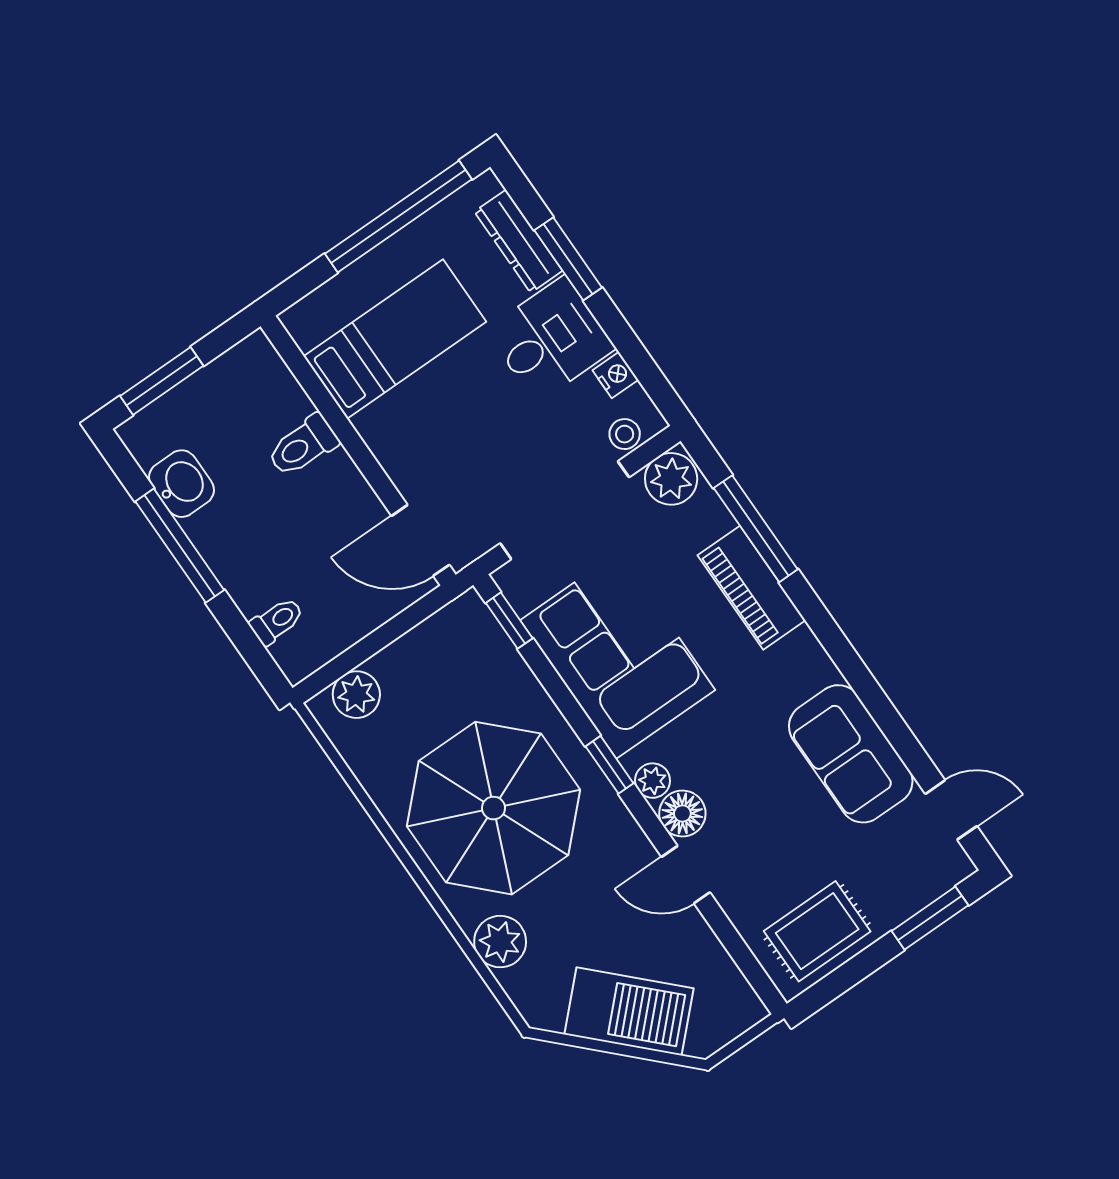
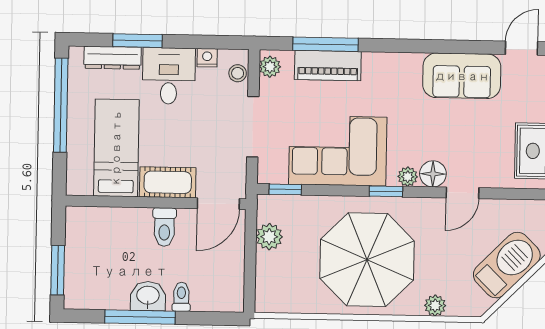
toilet: (303, 446) -> (164, 227), moved
cot: (399, 447) -> (168, 182), added
plant: (671, 479) -> (270, 67), width x0.73, depth x0.73
washbasin: (182, 484) -> (148, 296), moved
doorway: (565, 510) -> (253, 127), width x0.73
piano: (752, 588) -> (328, 66), moved
toilet: (277, 621) -> (181, 297), moved
plant: (356, 695) -> (269, 237), moved
plant: (500, 942) -> (435, 305), width x0.73, depth x0.73

